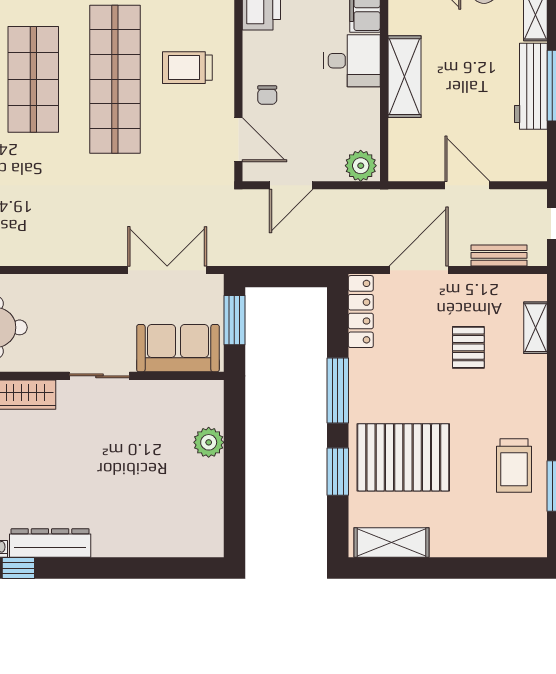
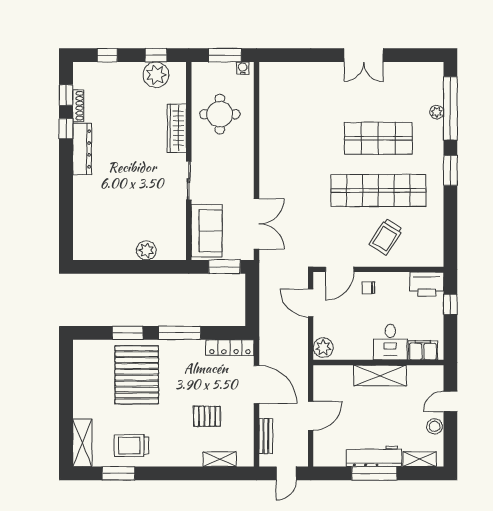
trolley: (187, 68) -> (386, 237), turned -148
shelving: (392, 542) -> (82, 443), moved

